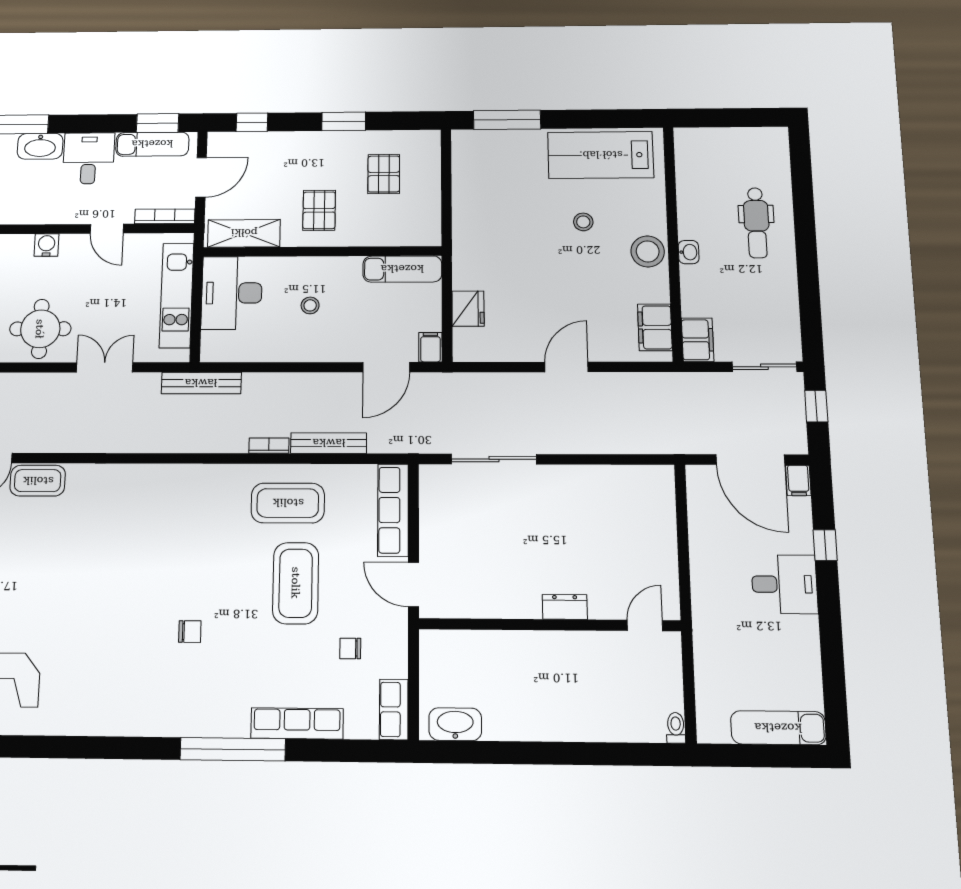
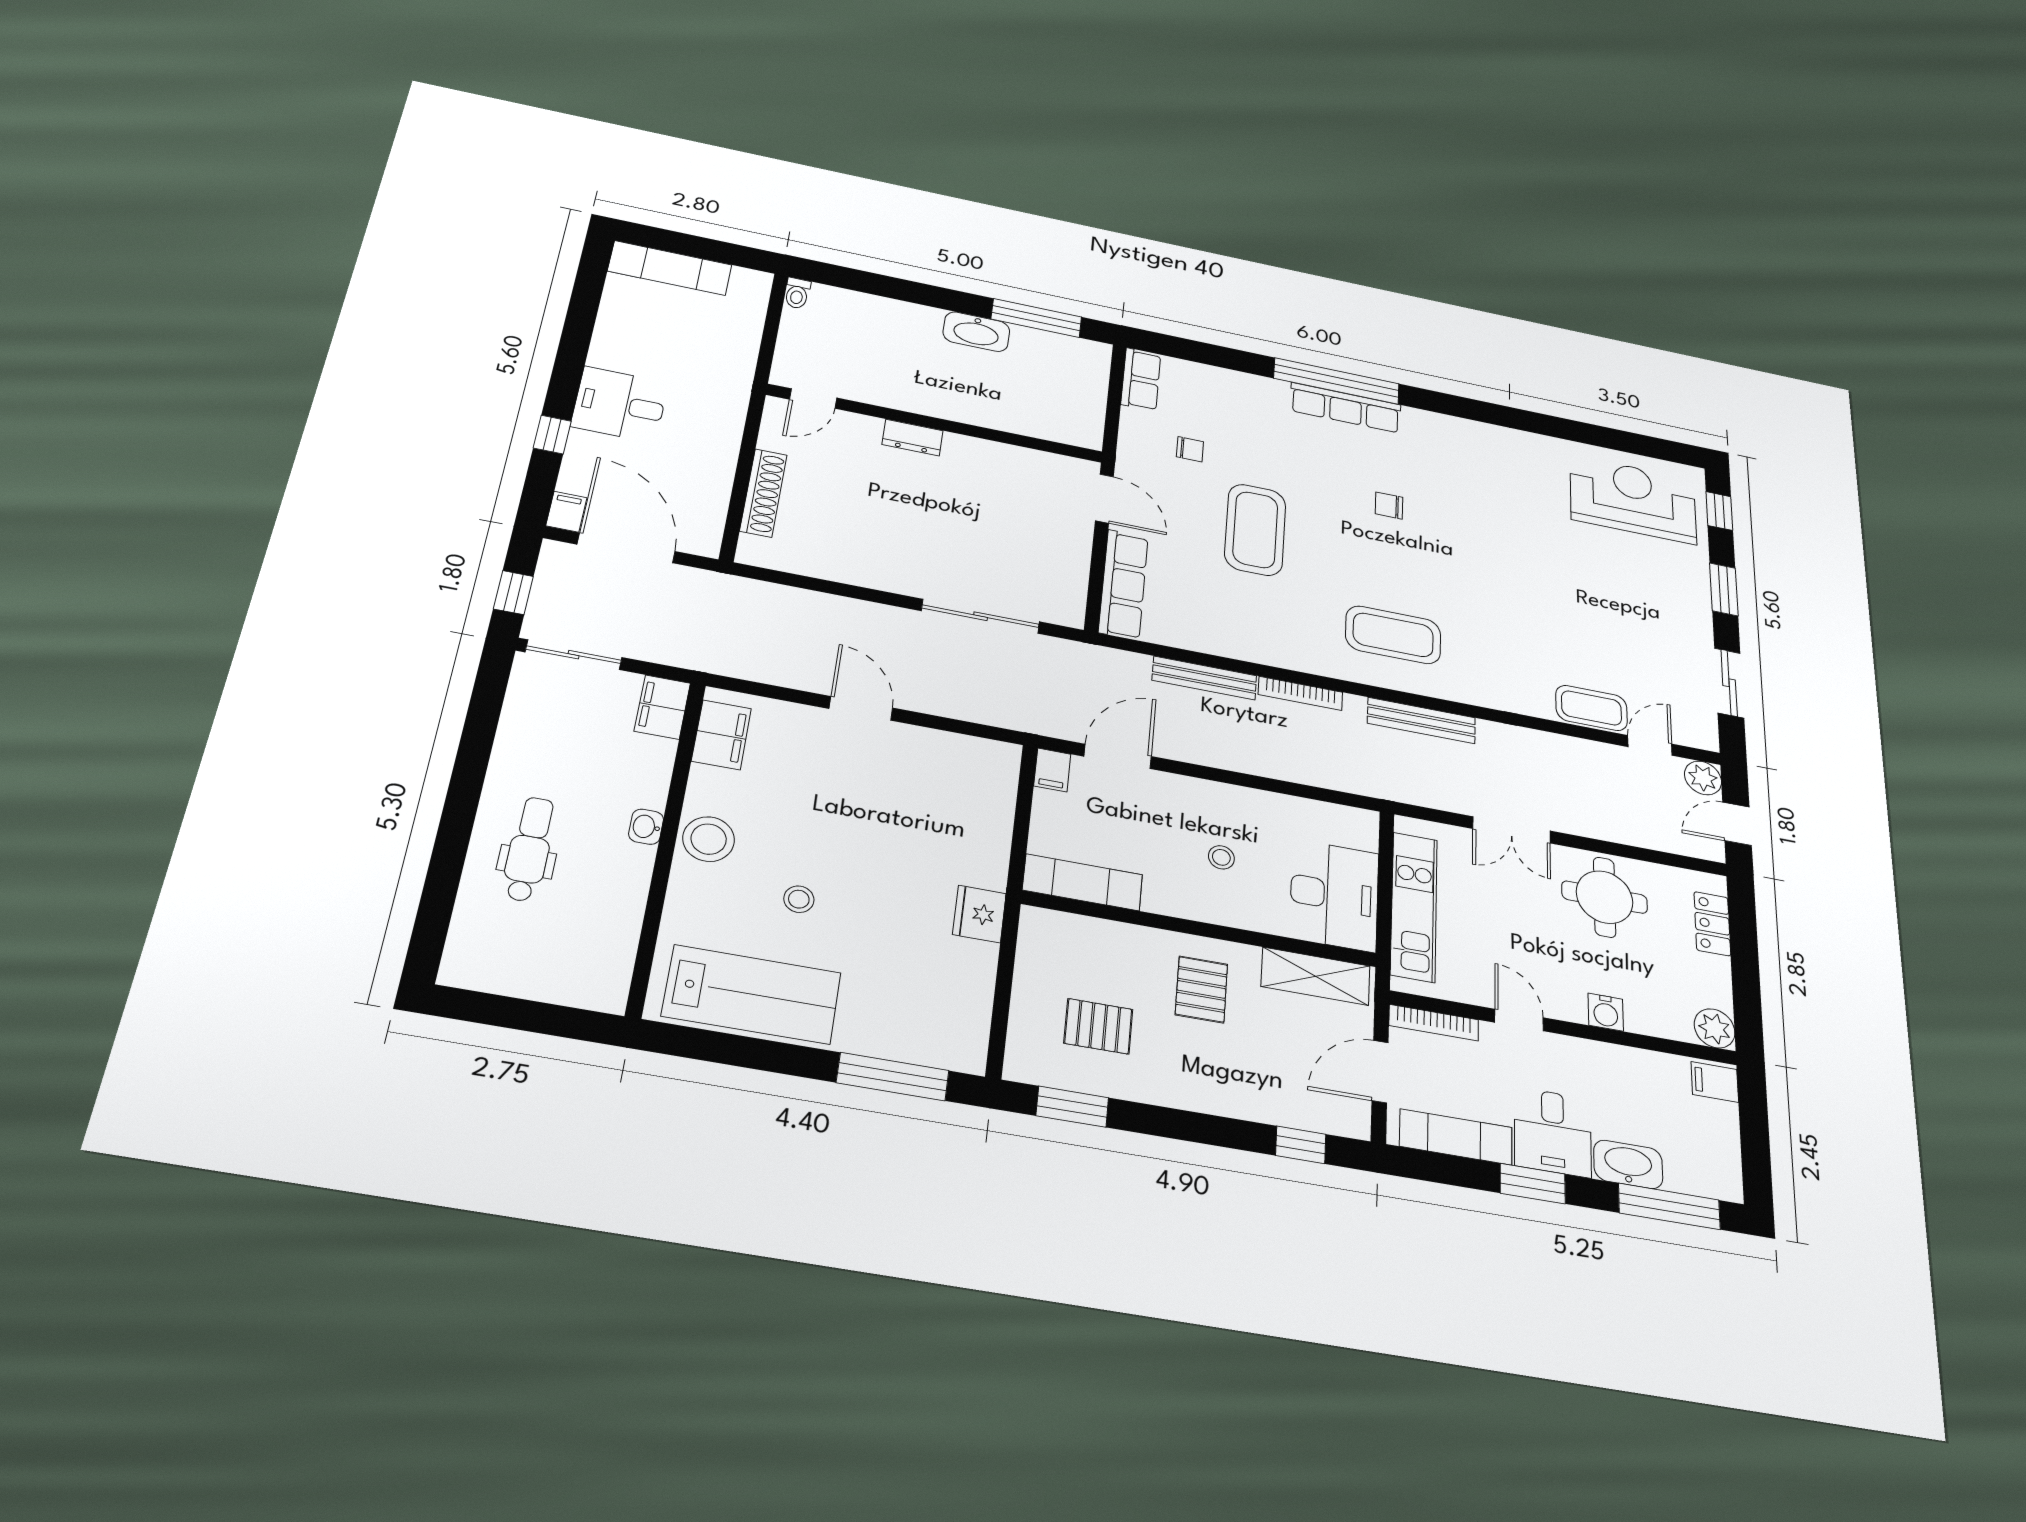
window: (344, 121) -> (1072, 1107), moved
window: (158, 123) -> (1533, 1184), moved
pallet: (384, 174) -> (1098, 1026), turned 90
fridge: (468, 309) -> (979, 914), moved
door: (566, 367) -> (861, 708), swing flipped
bench: (201, 383) -> (1421, 721), moved
bookcase: (269, 446) -> (1300, 693), width x1.56
coffee table: (288, 503) -> (1393, 635), moved
shoe rack: (665, 530) -> (763, 493), added
row of seats: (297, 723) -> (1346, 408), moved
washbasin: (455, 724) -> (976, 332), moved
window: (484, 752) -> (1036, 318), added

